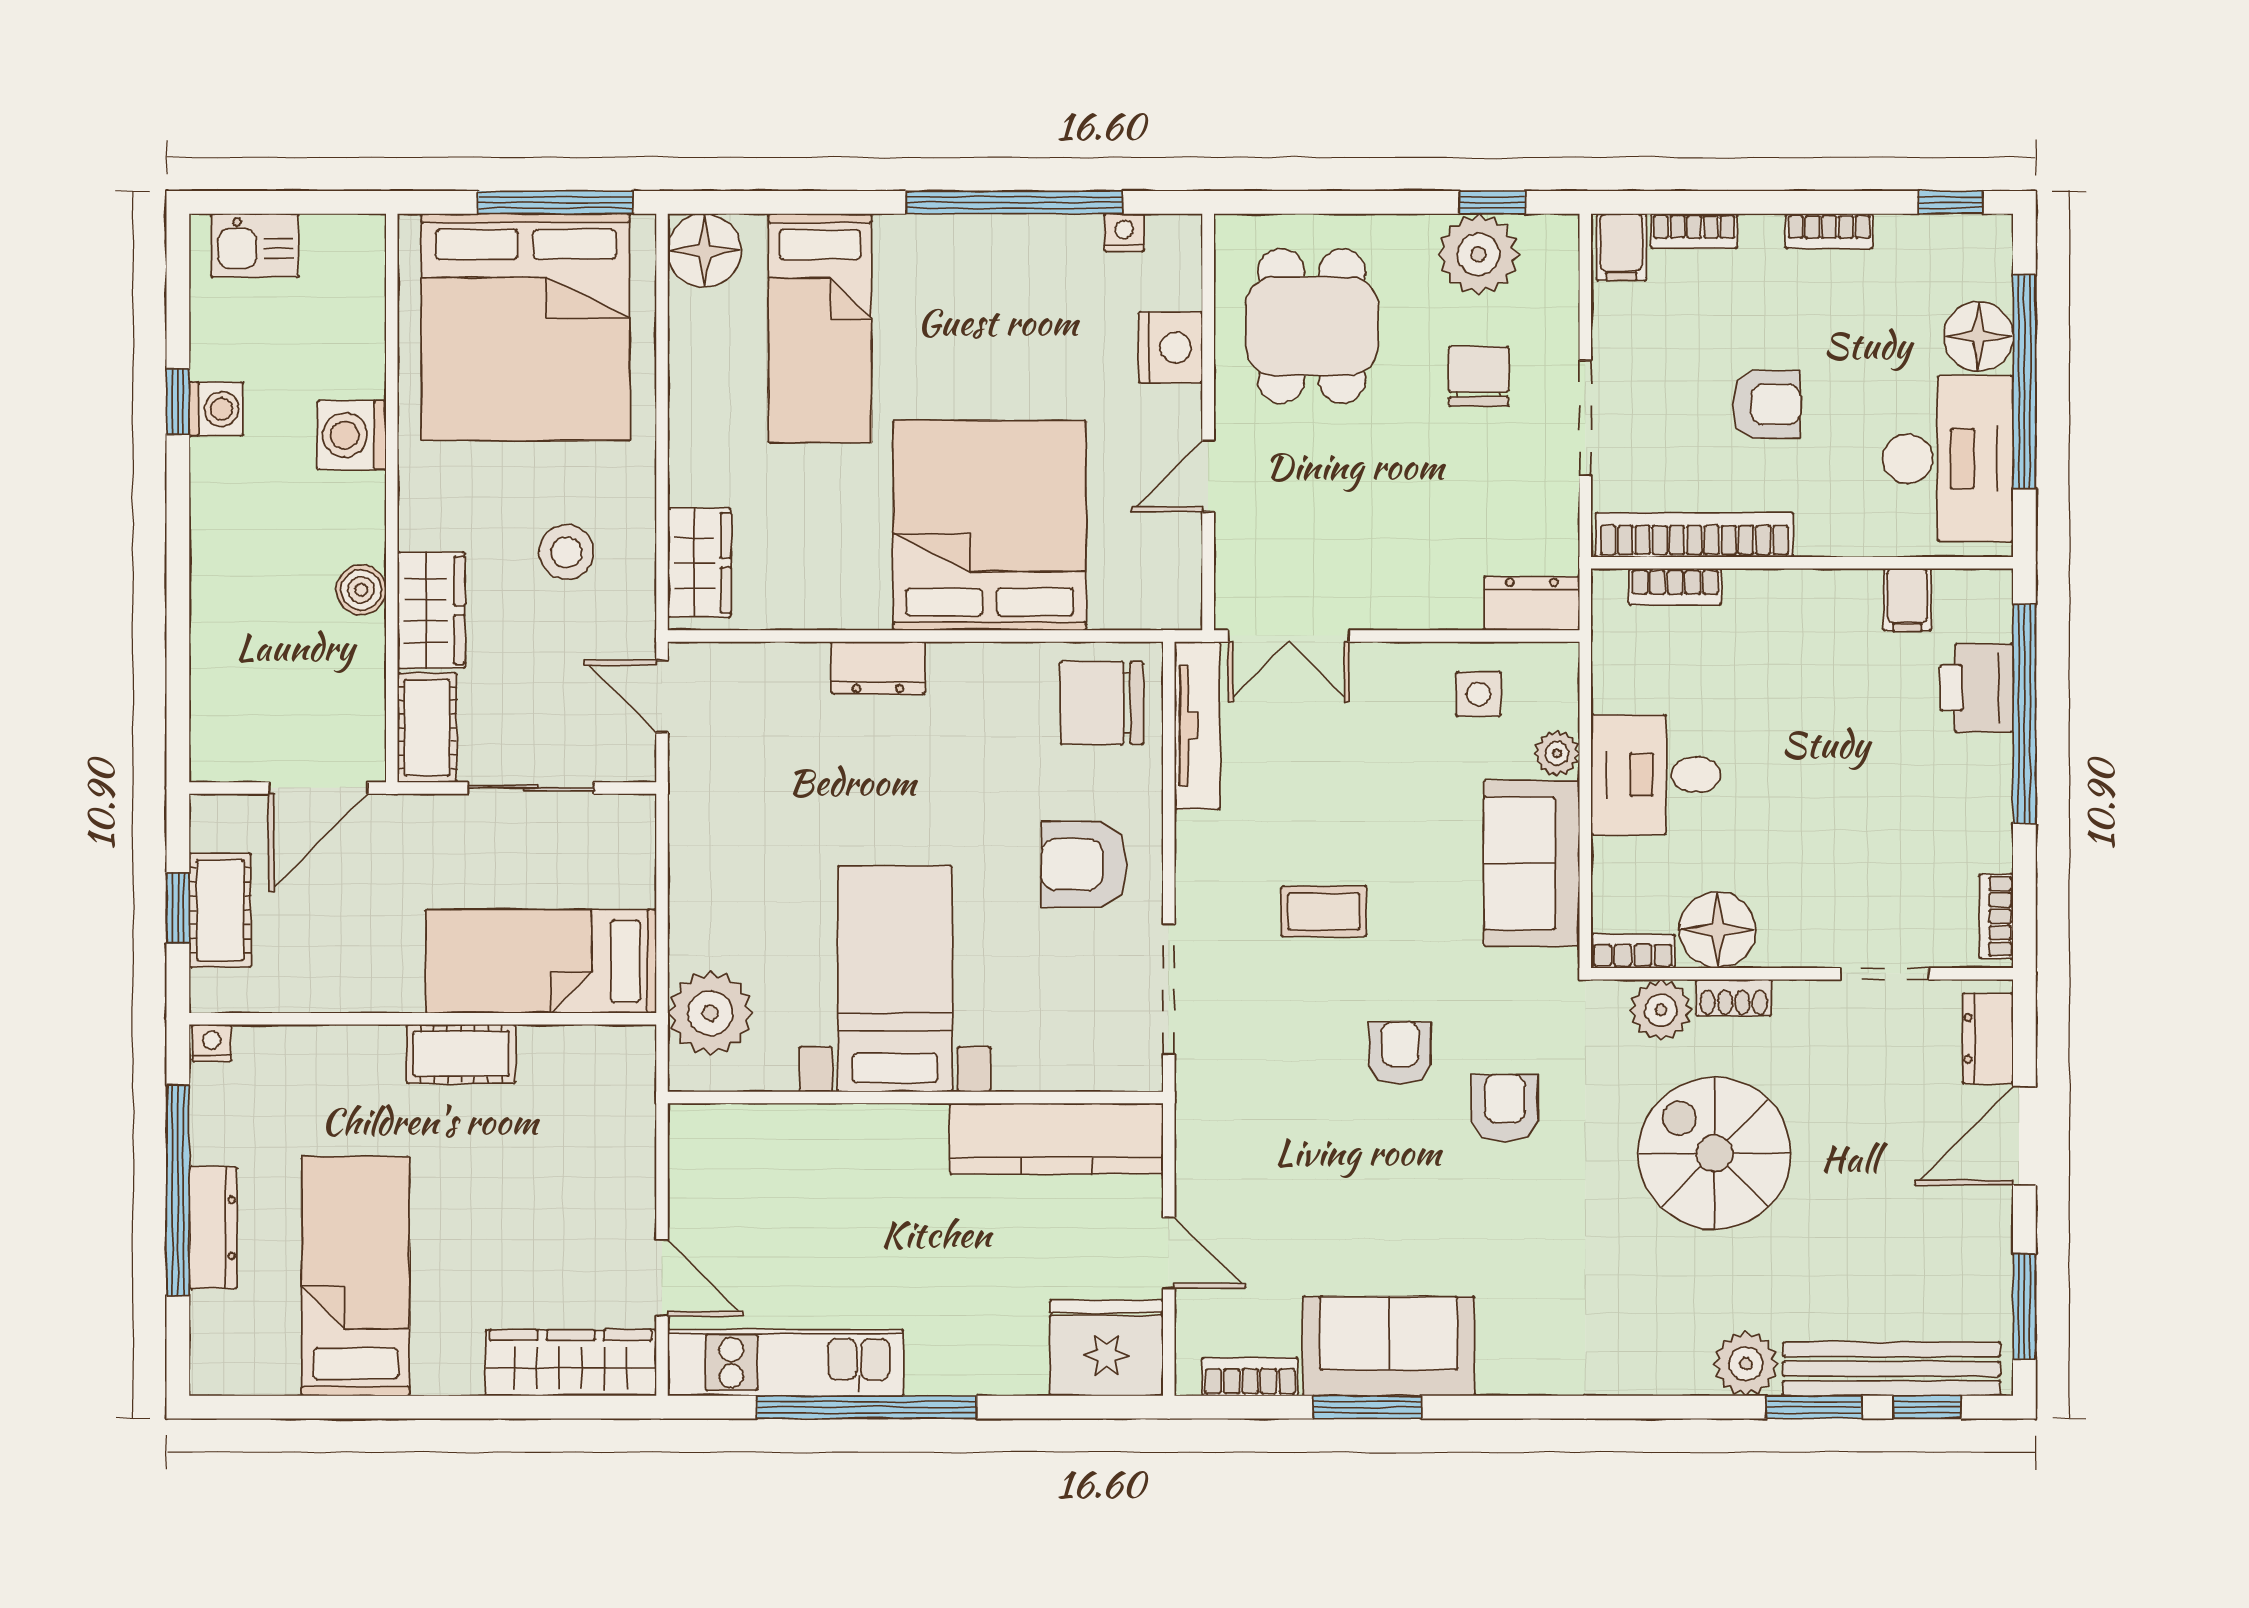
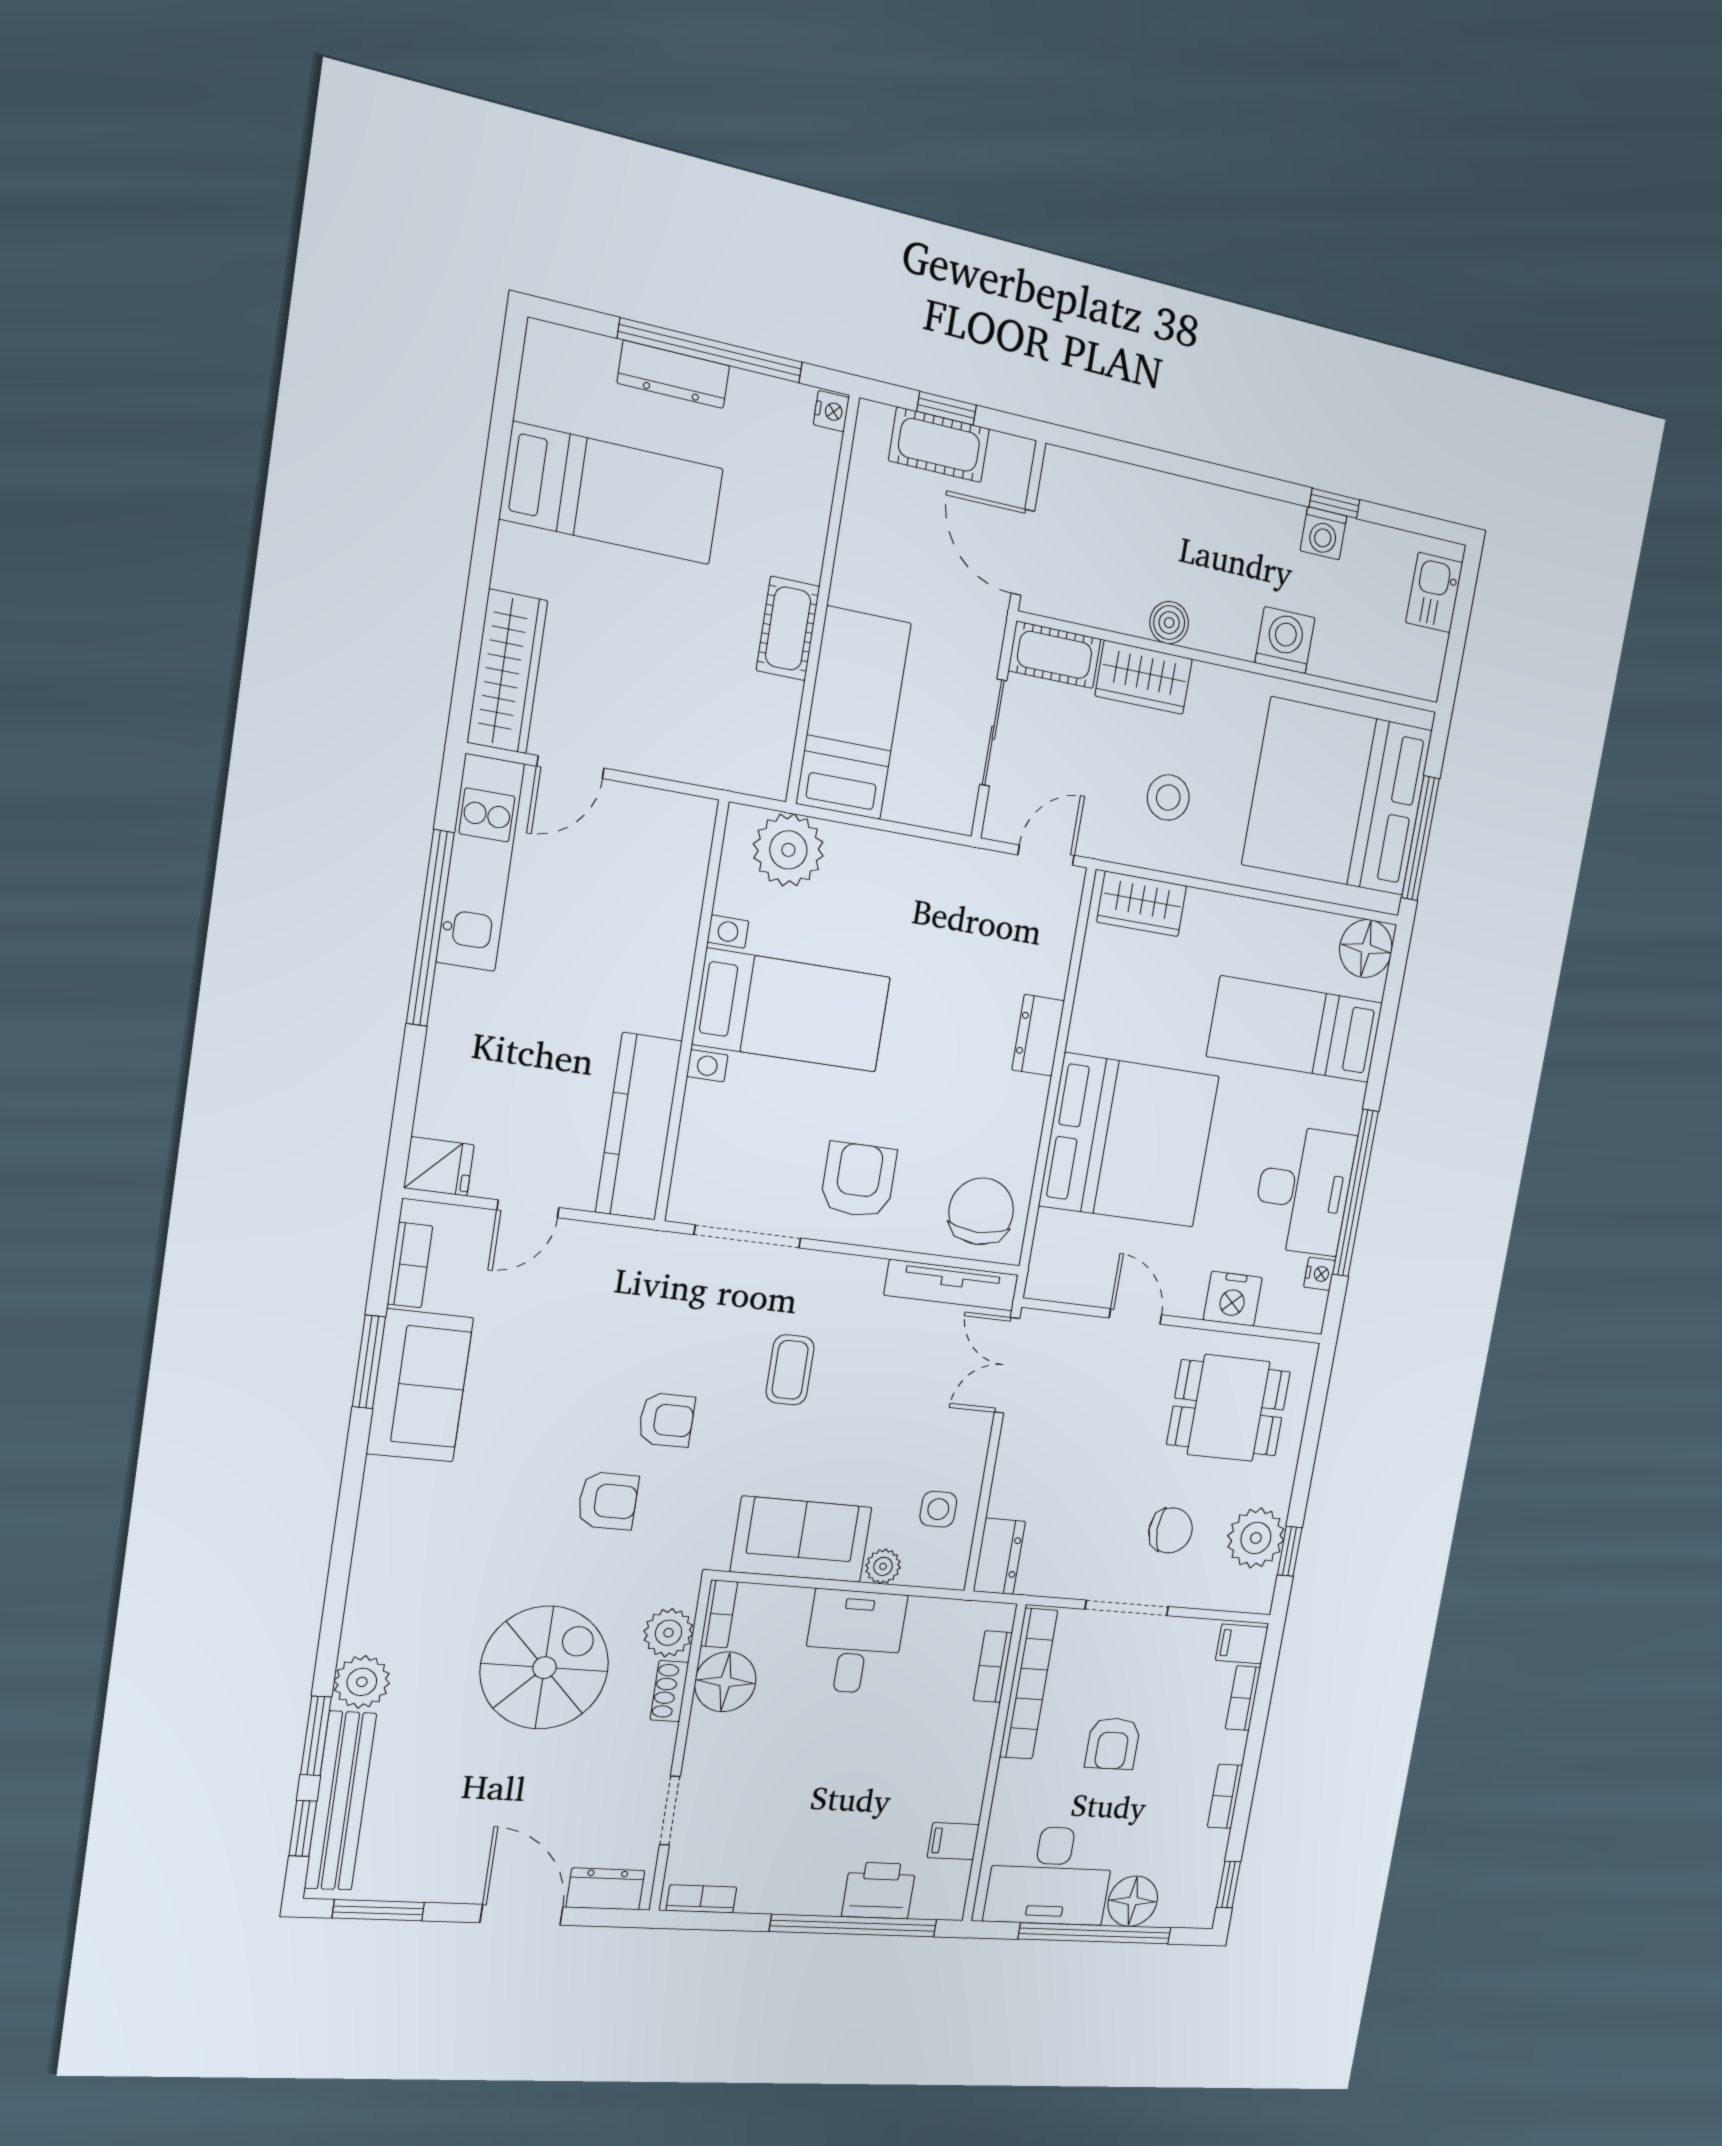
desk: (1020, 276) -> (1304, 1190), added
fridge: (1106, 1348) -> (439, 1166), width x0.53, depth x0.75

